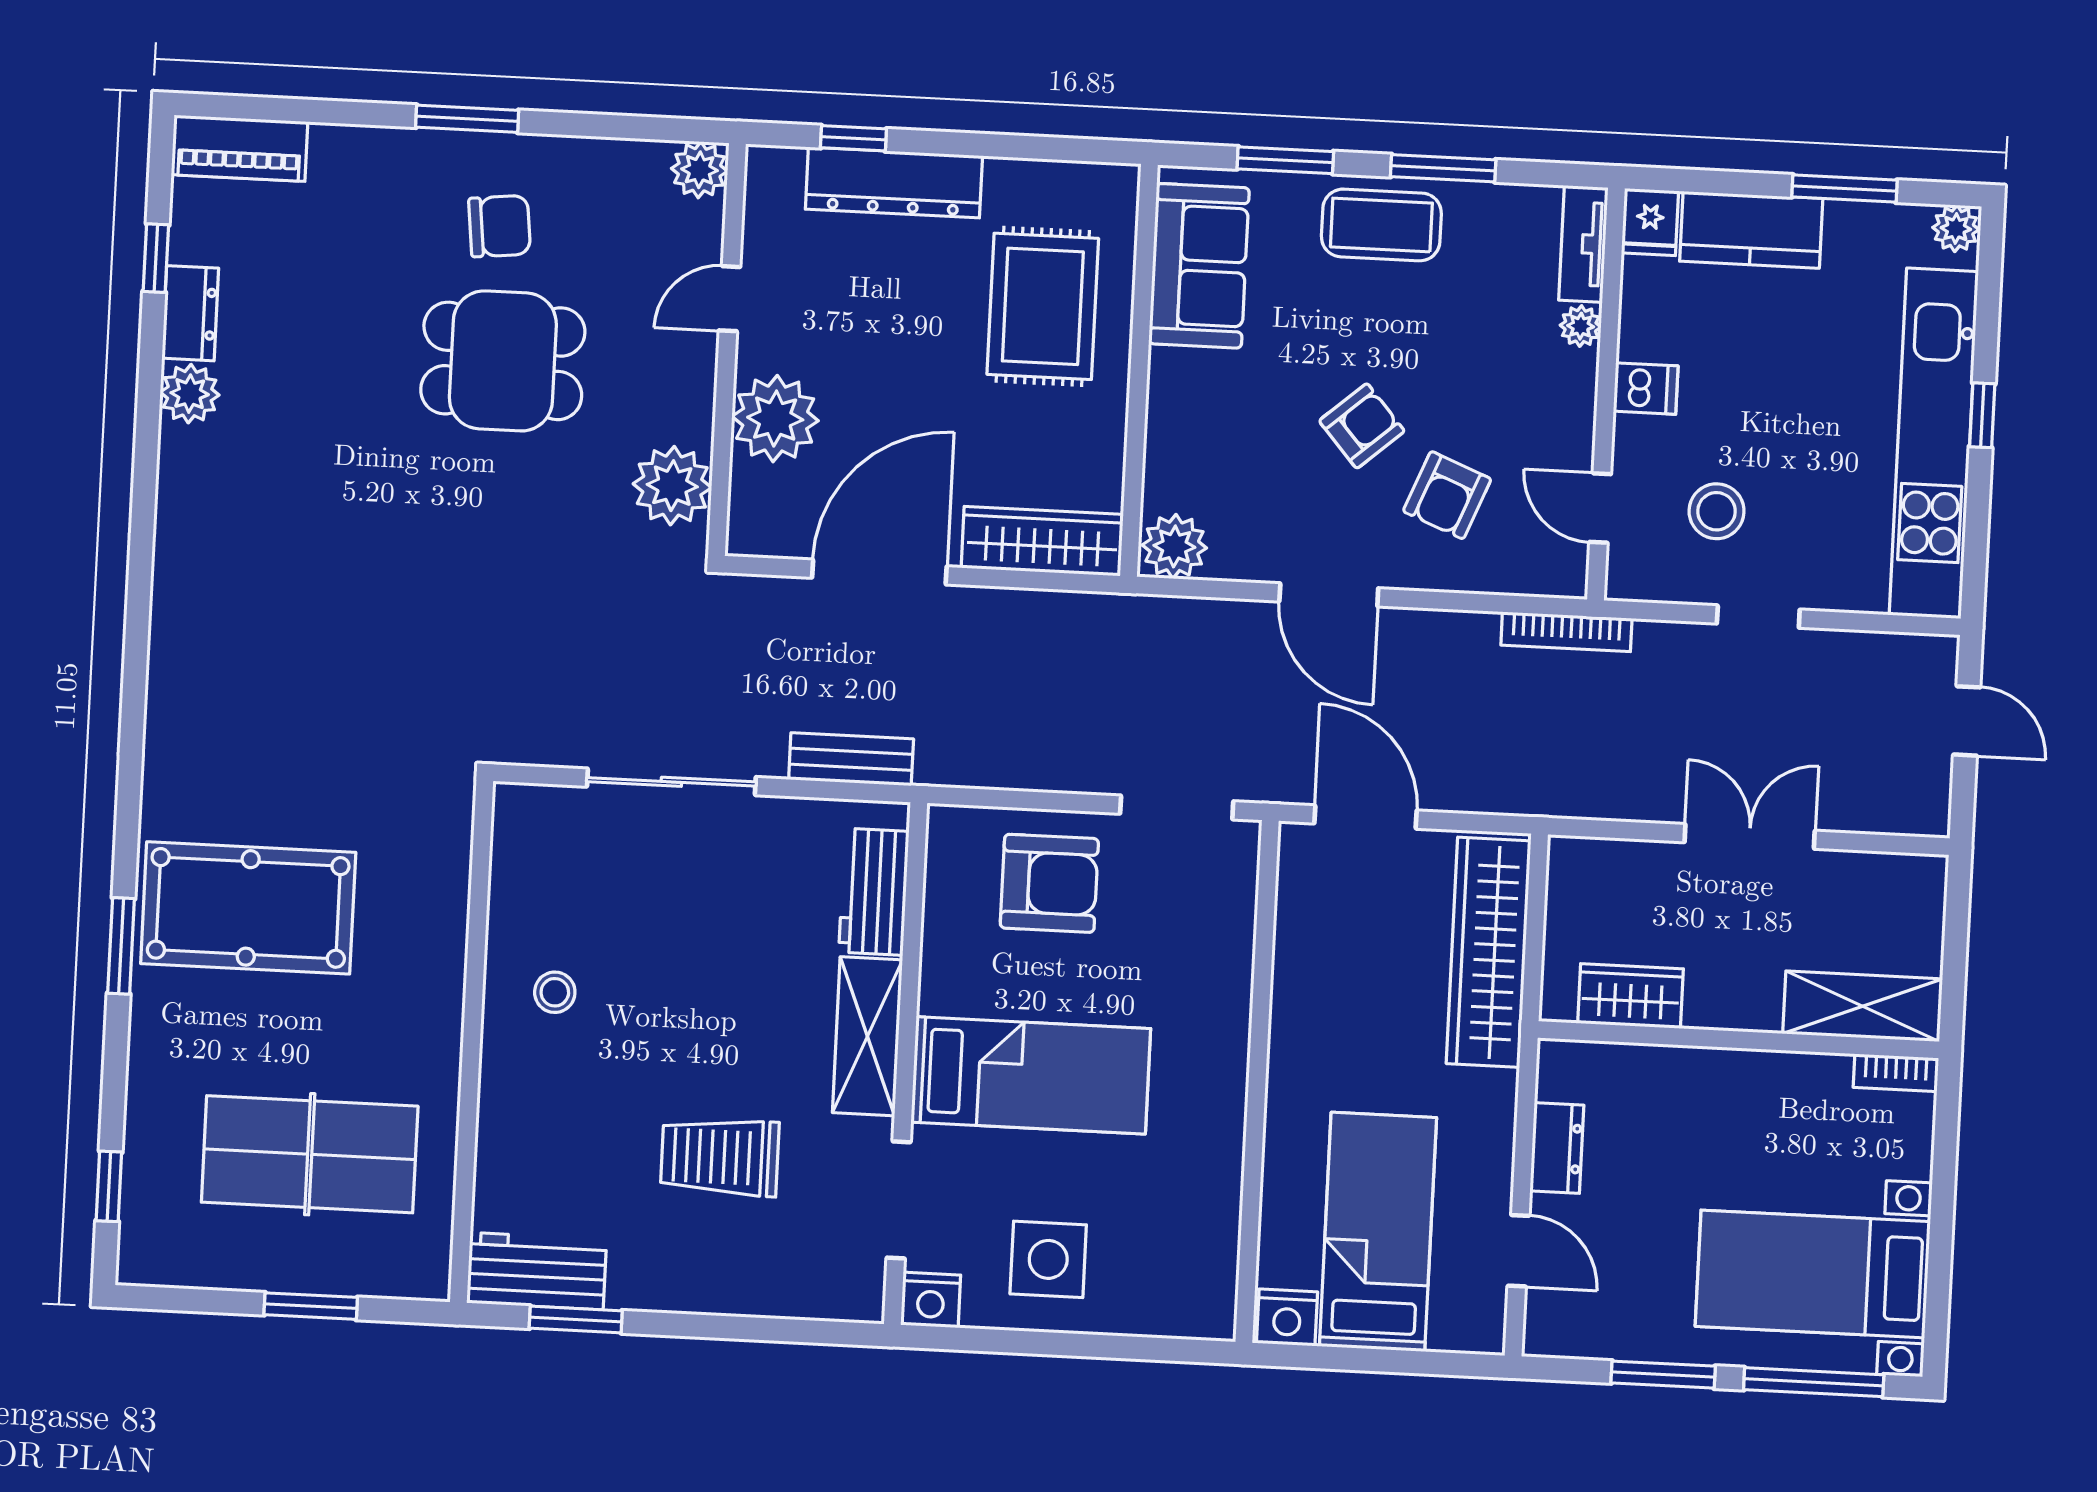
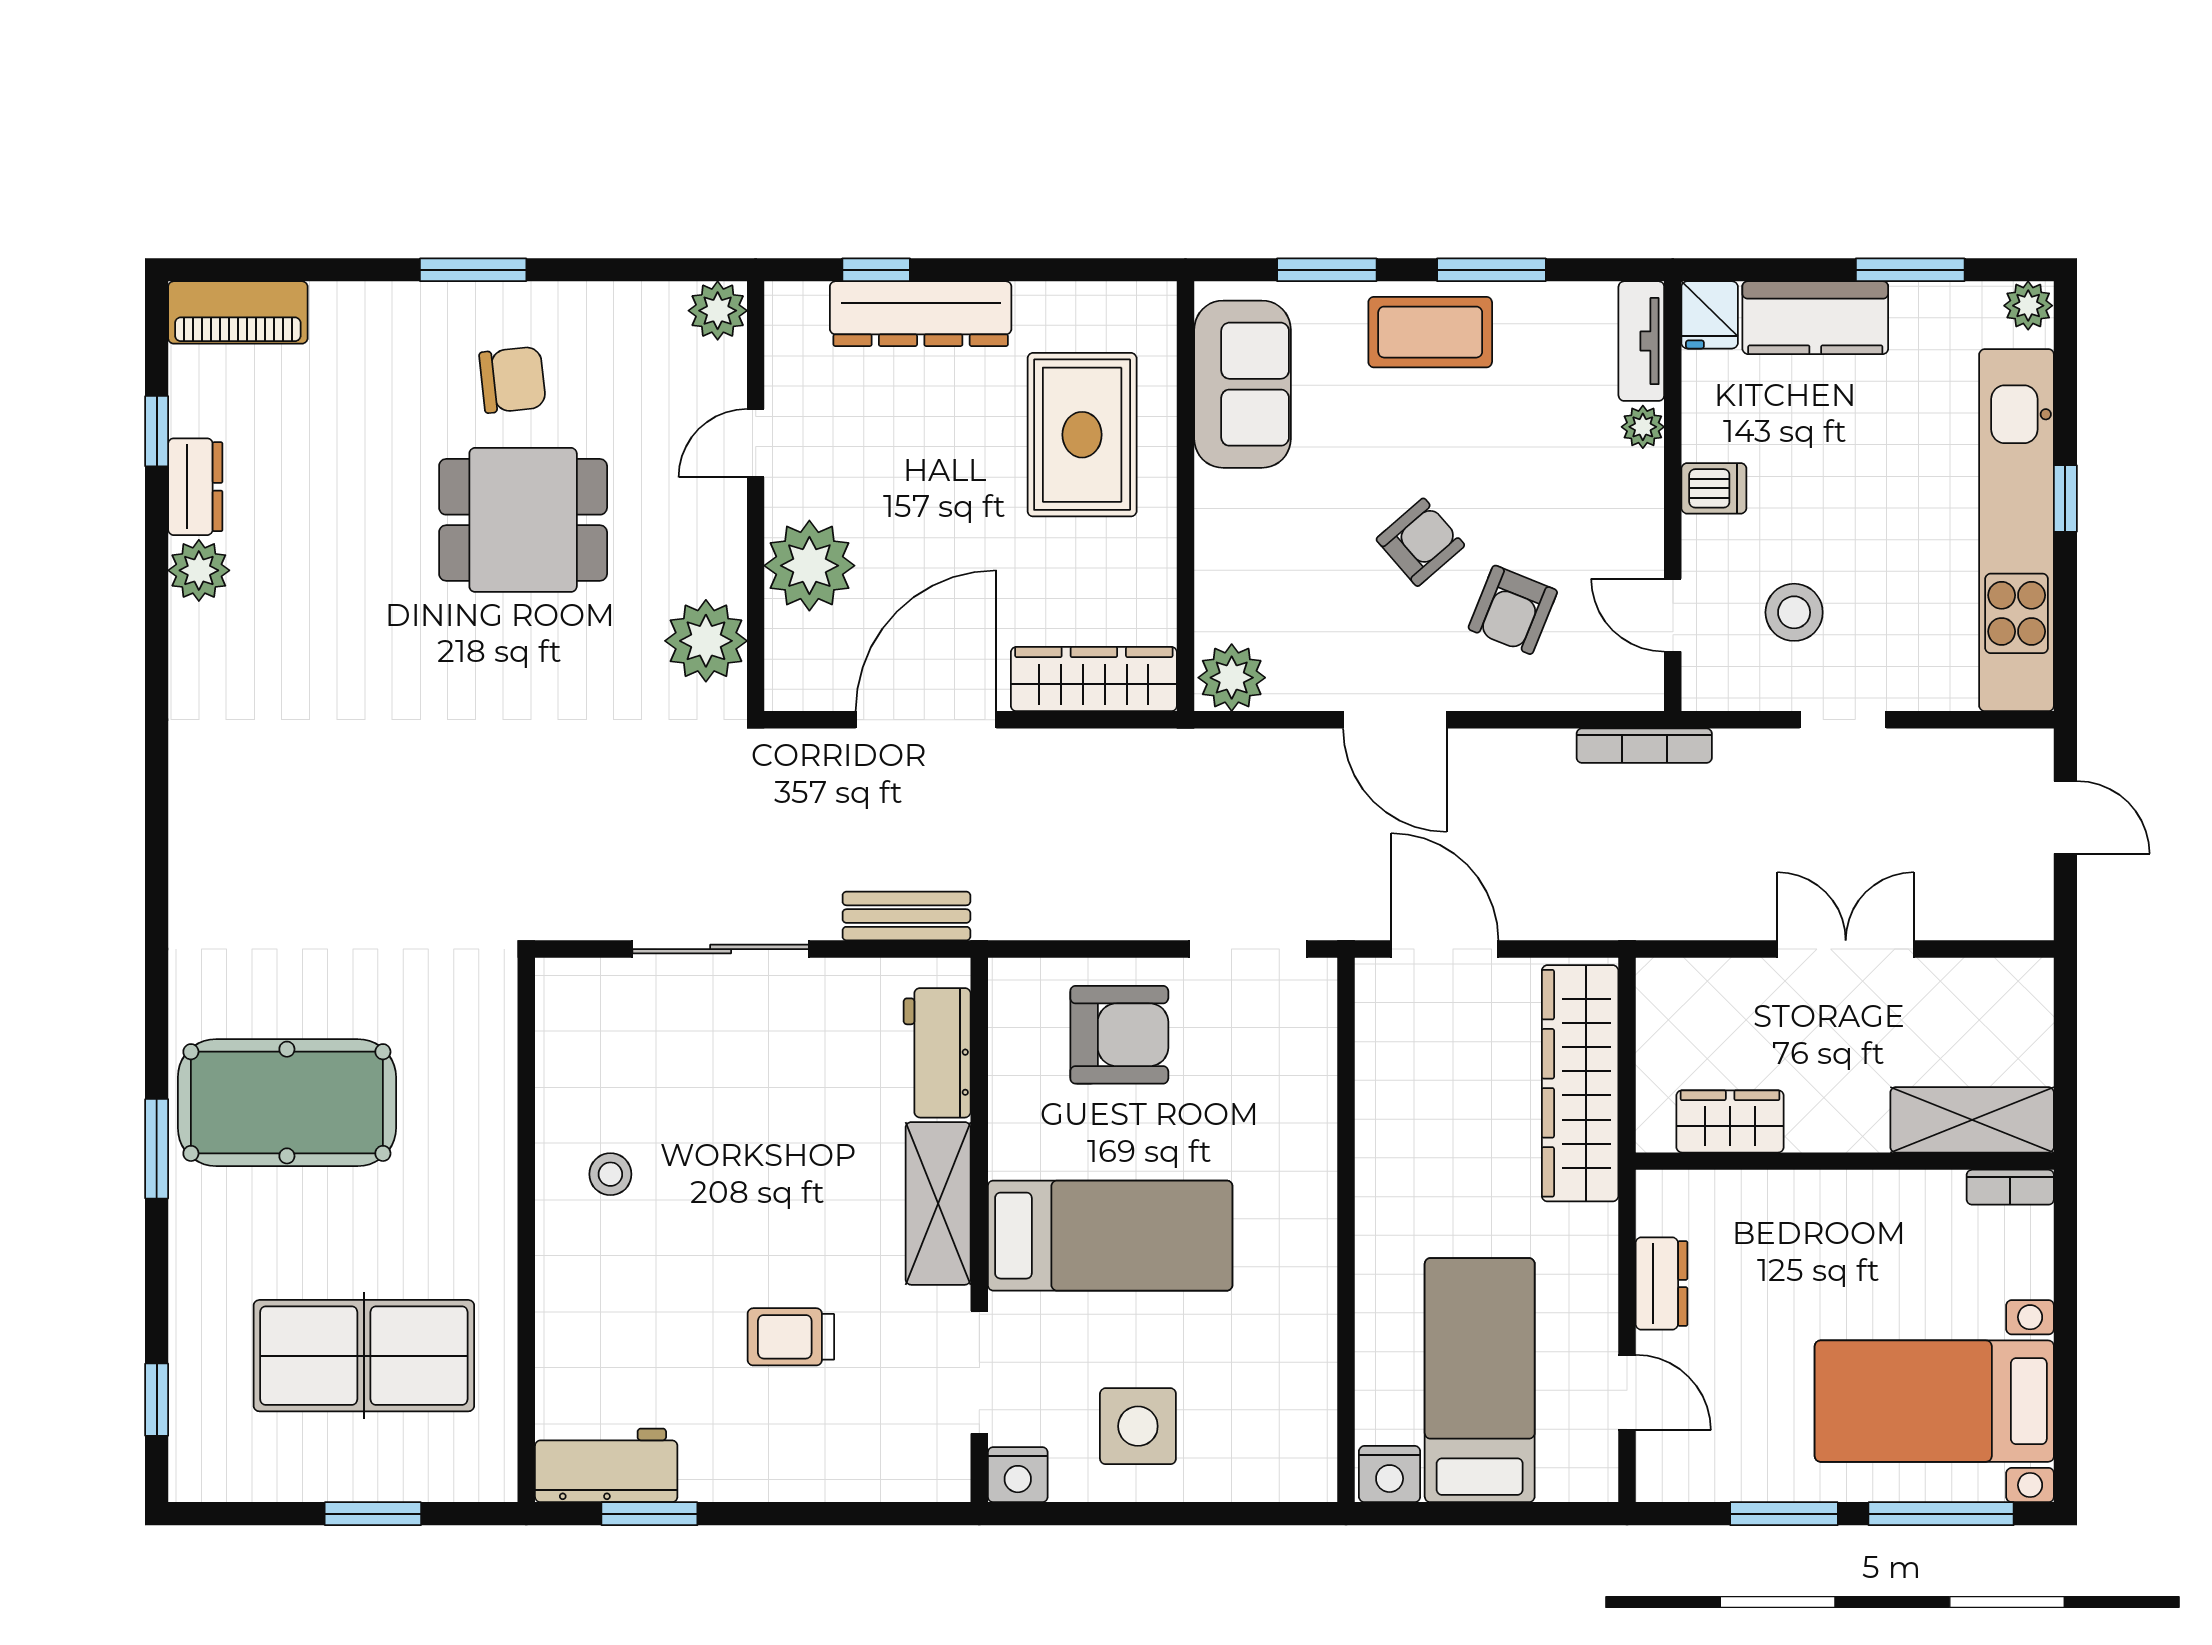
trolley: (720, 1157) -> (791, 1337), width x0.73, depth x0.72

